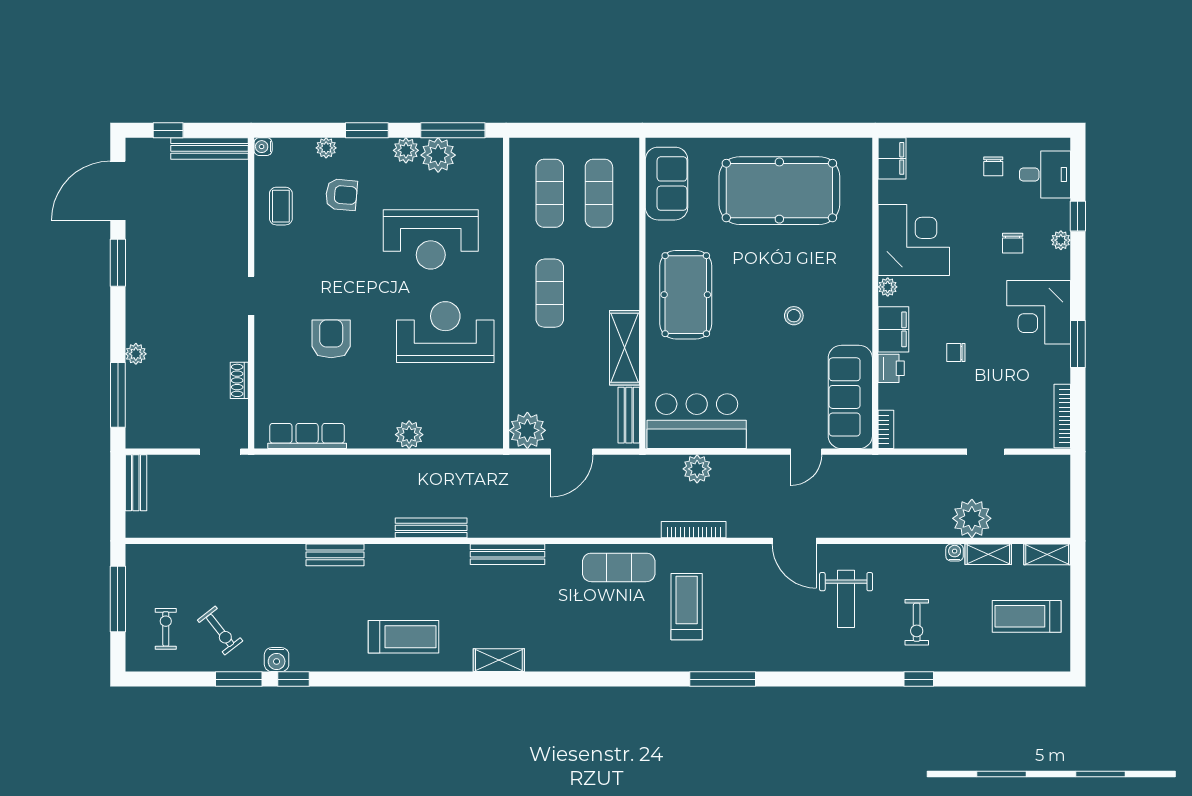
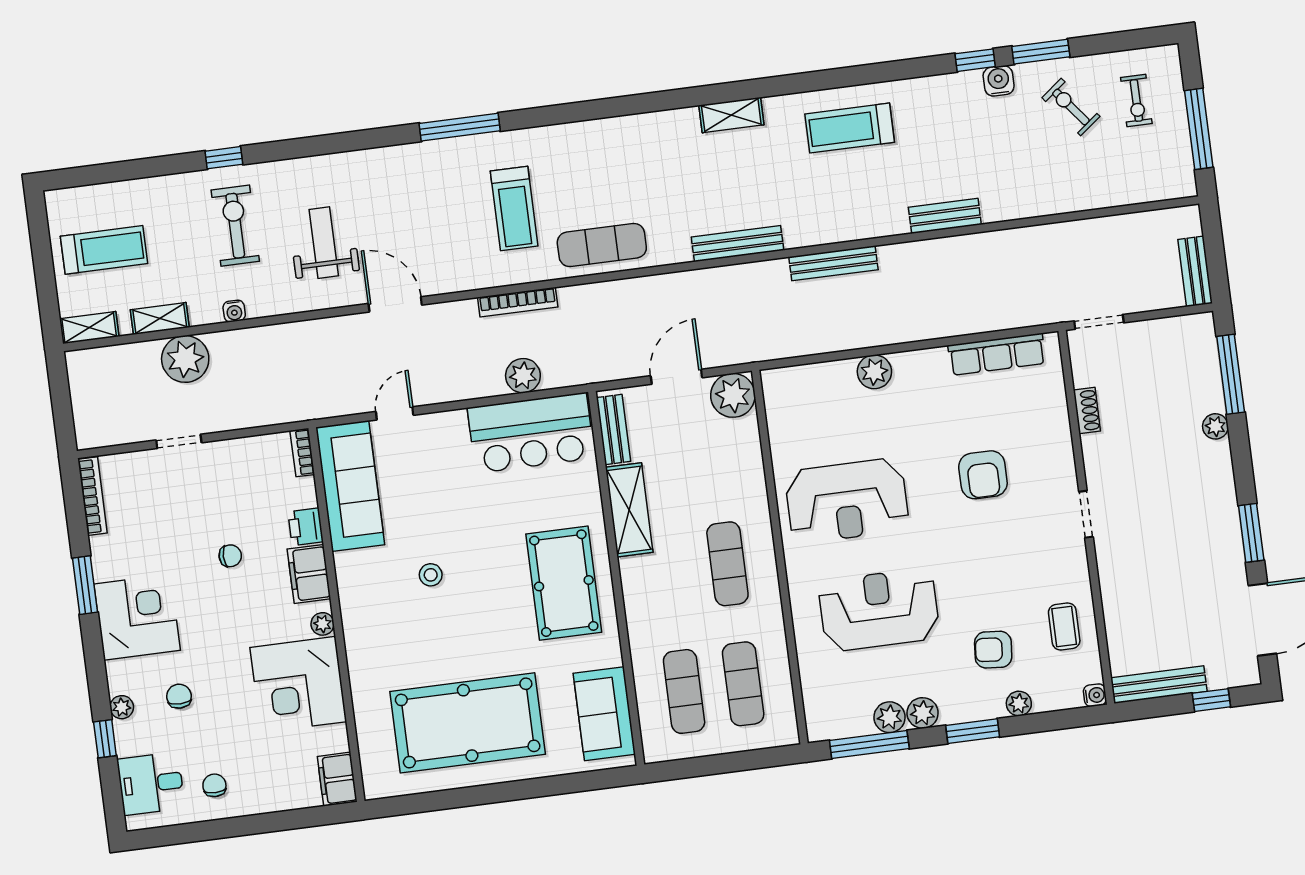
plant: (438, 155) -> (890, 717), width x0.73, depth x0.73
water cooler: (955, 552) -> (234, 311), moved
exercise bike: (917, 622) -> (235, 226), width x1.38, depth x1.39

